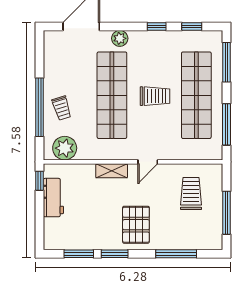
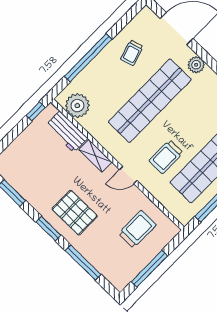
trolley: (155, 96) -> (166, 157), moved, turned 90
trolley: (62, 108) -> (132, 53), moved
workbench: (53, 198) -> (67, 132), moved, turned 90
pallet: (136, 225) -> (75, 213), turned 90
window: (115, 254) -> (48, 229), moved

